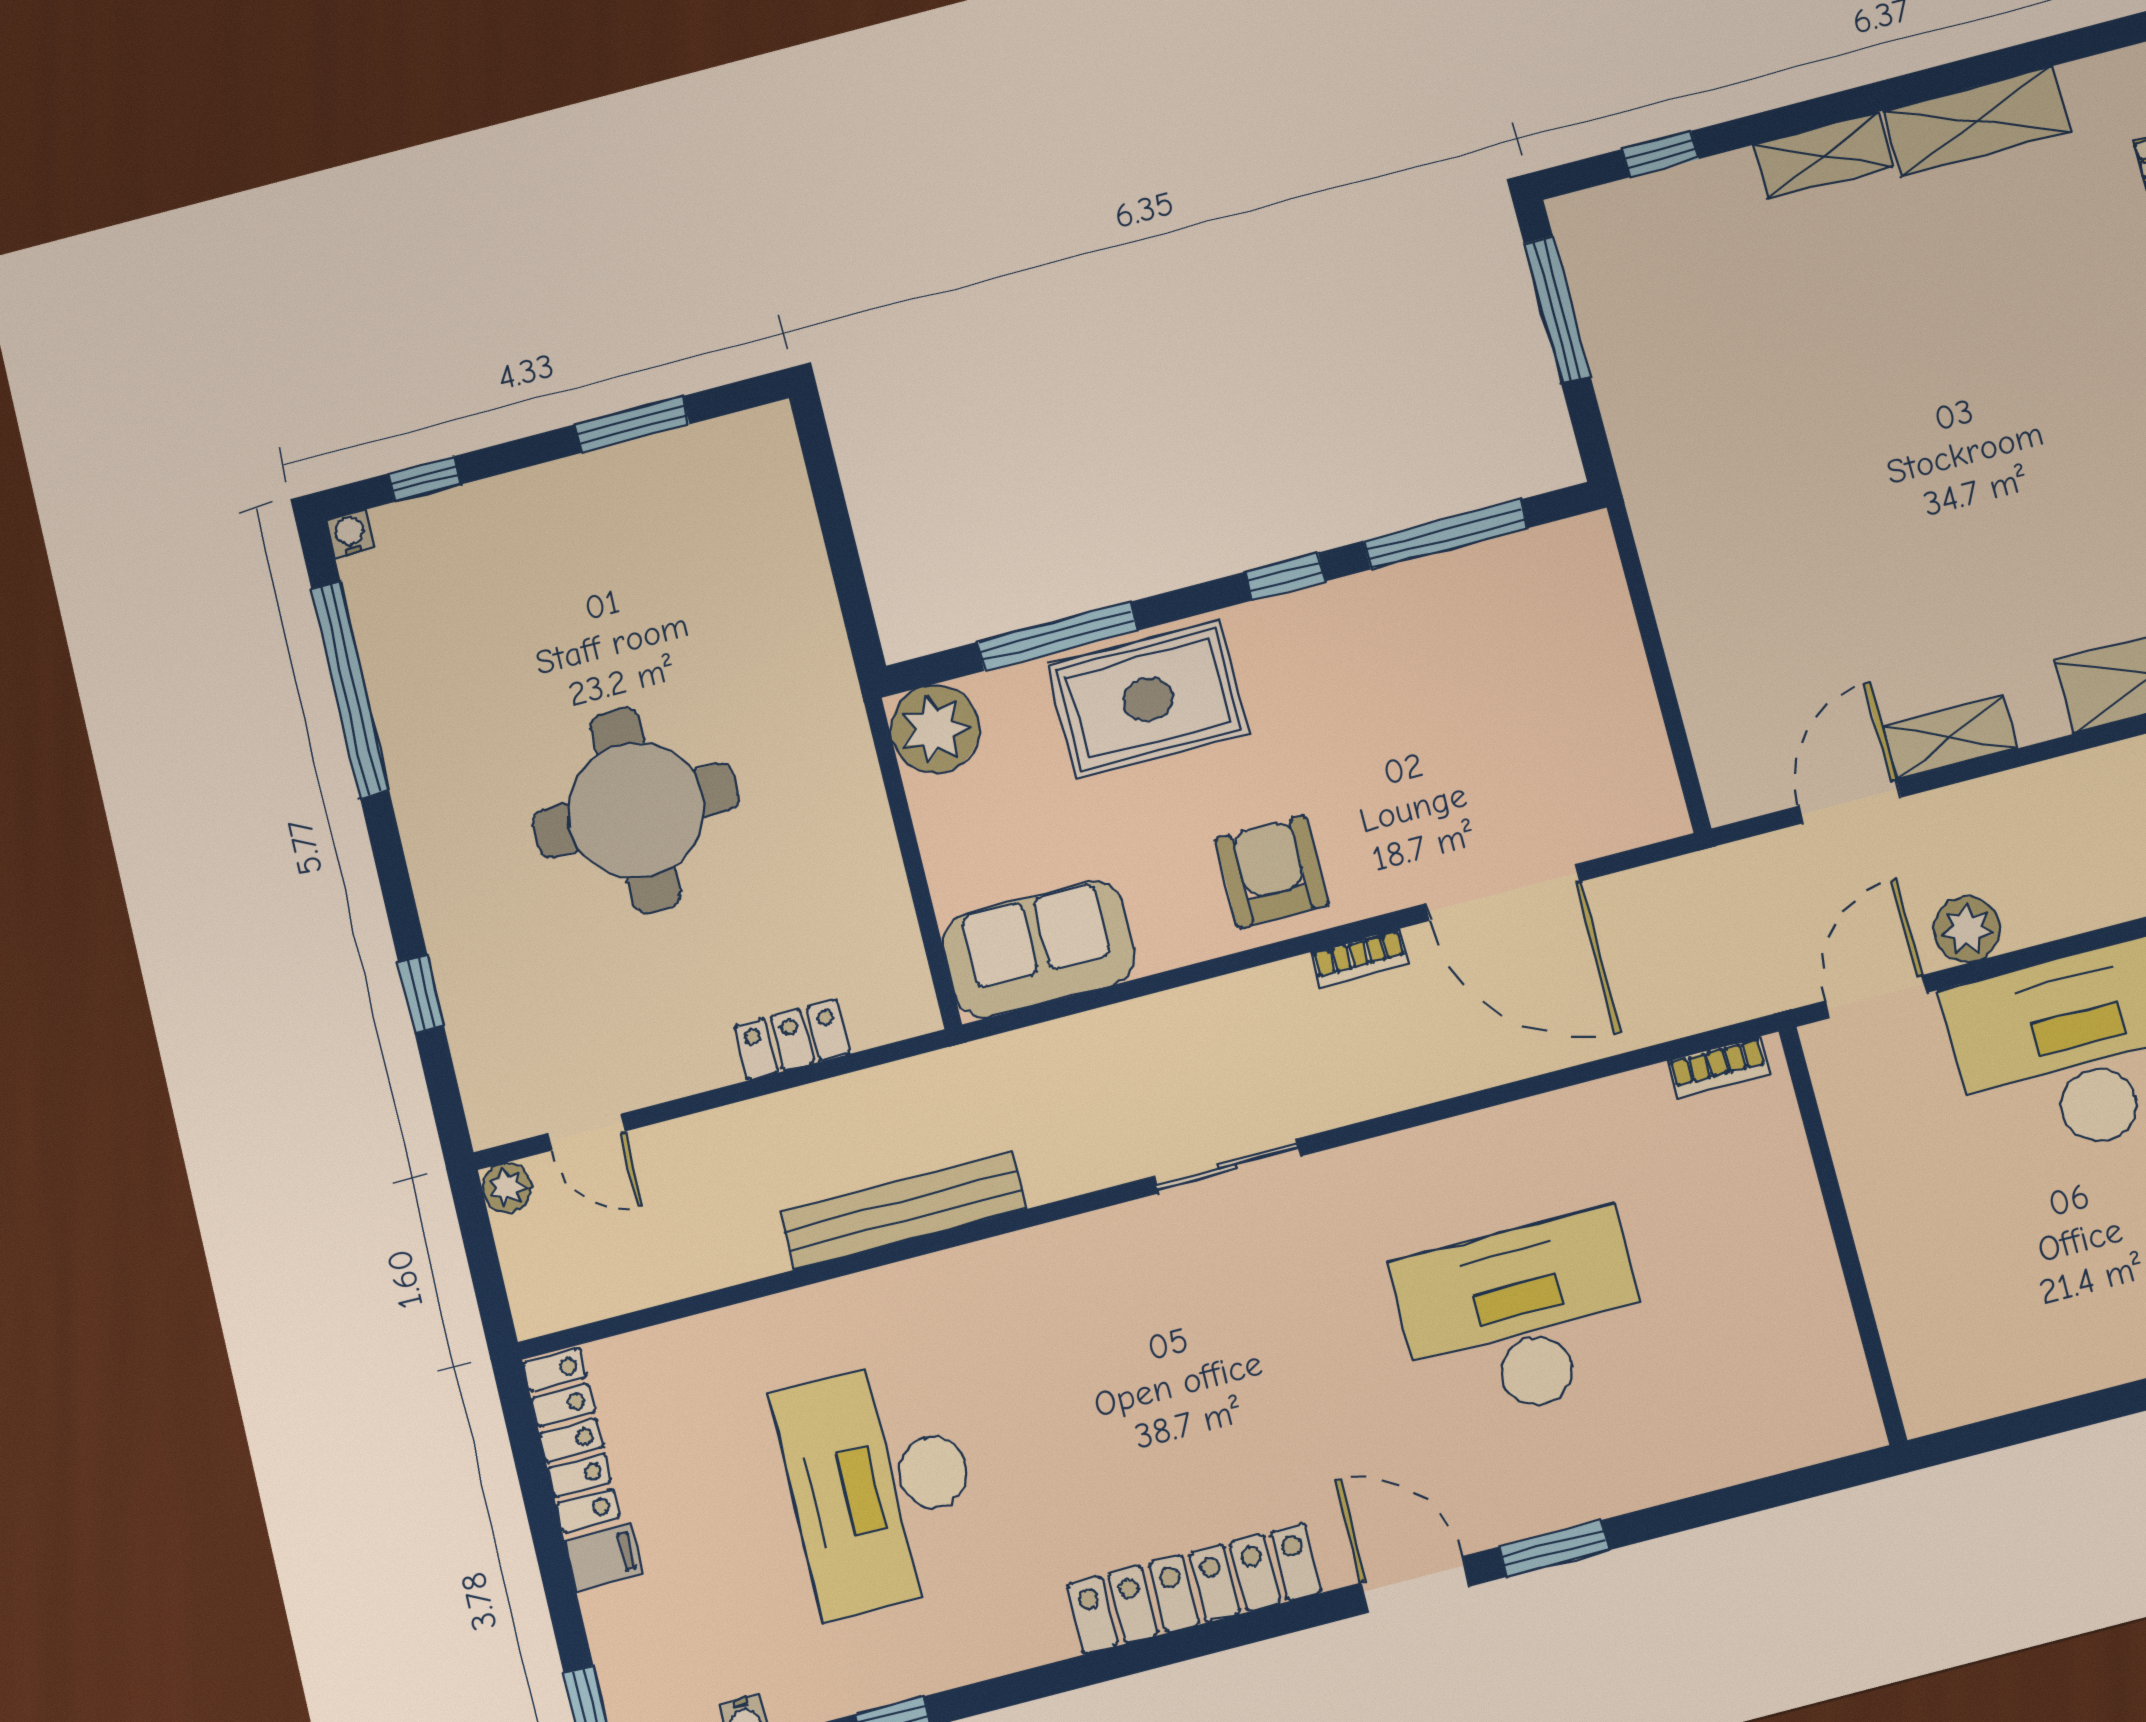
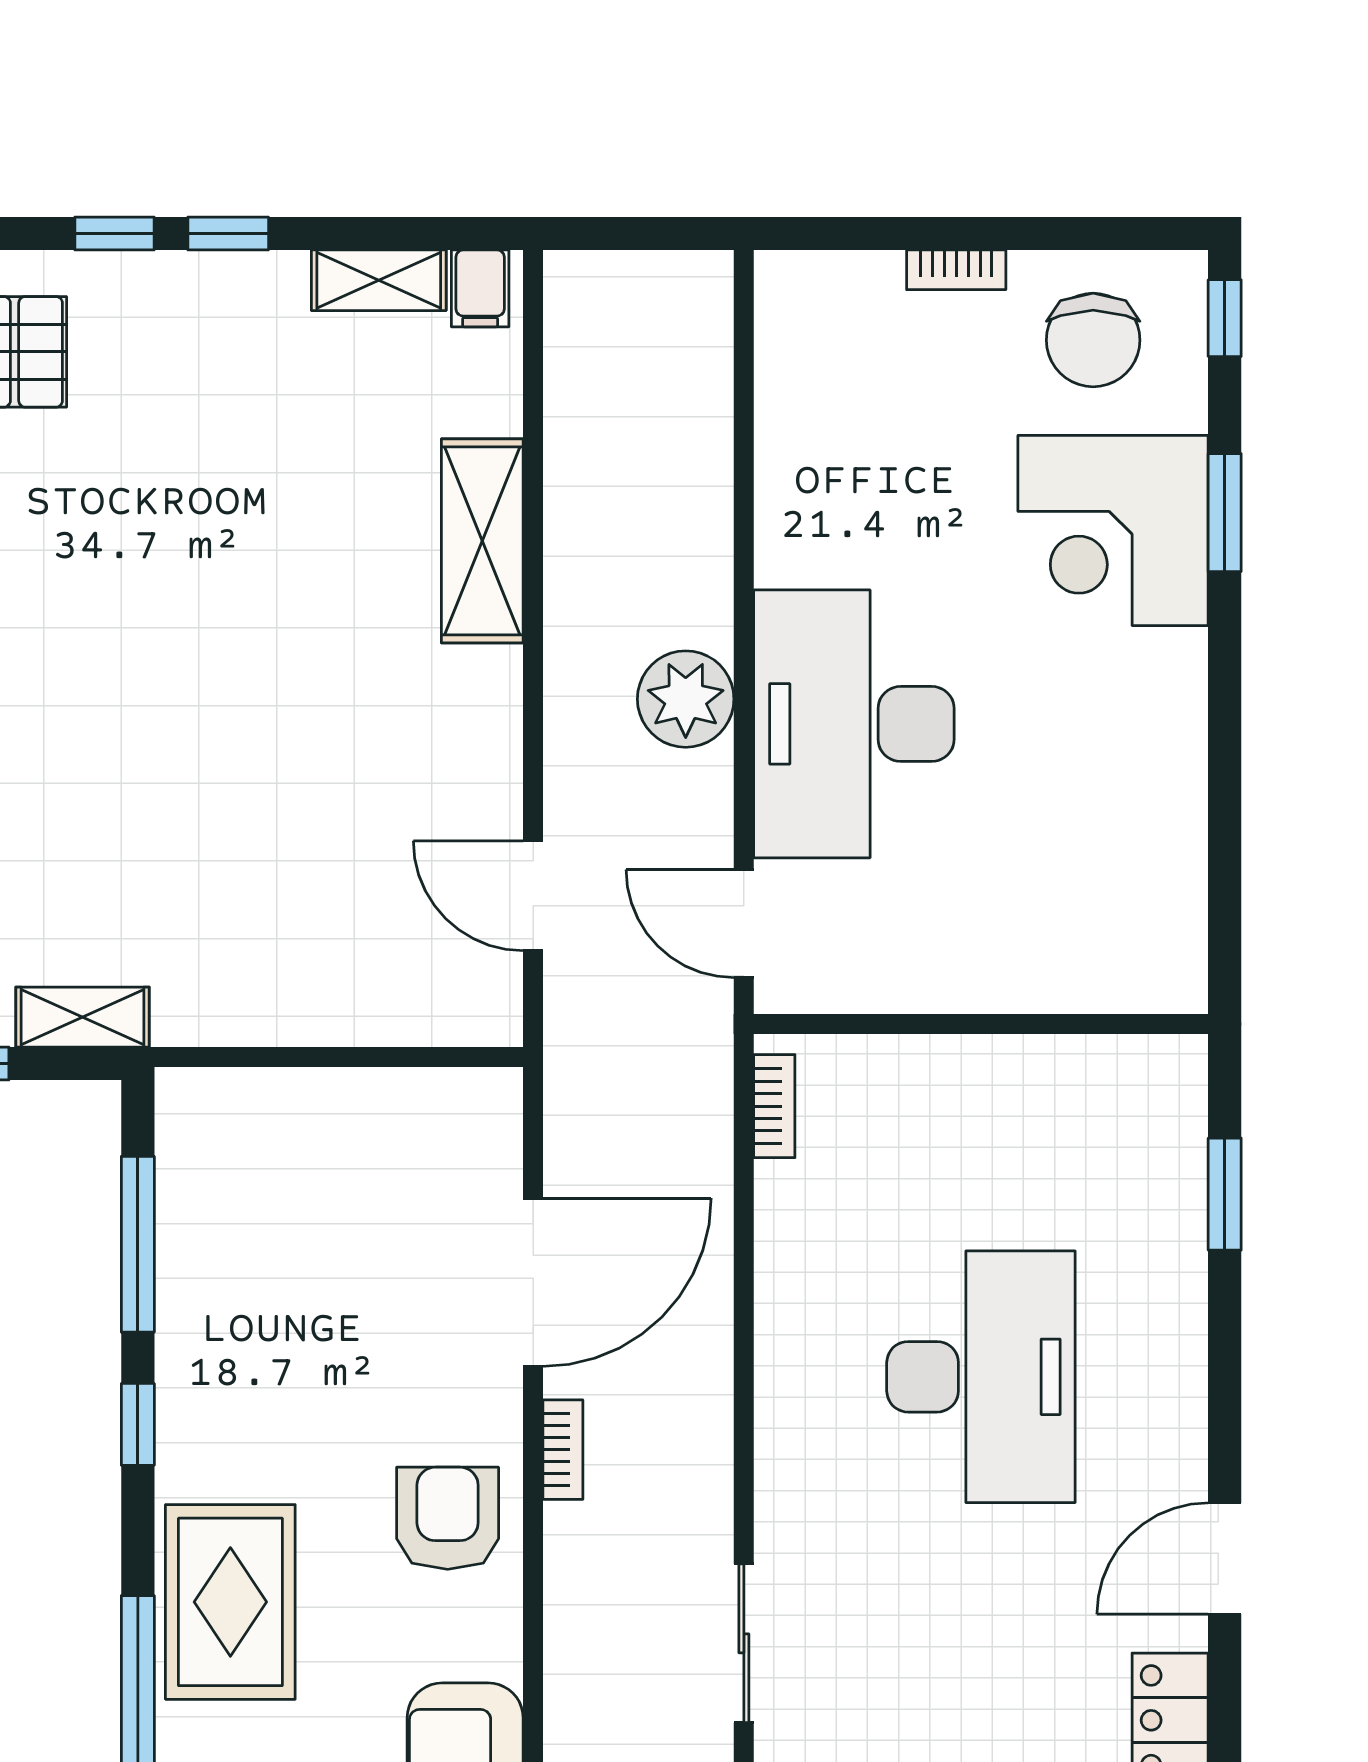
shelving: (1950, 737) -> (83, 1017), moved, turned 90
armchair: (1272, 872) -> (448, 1518), turned 90
plant: (1967, 929) -> (686, 699), moved, width x1.36, depth x1.36
desk: (1523, 1318) -> (981, 1377), turned 180
window: (1554, 1548) -> (1225, 1194), moved

